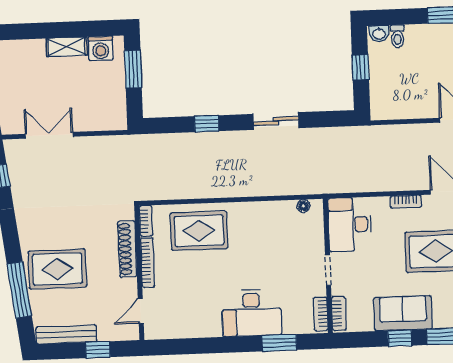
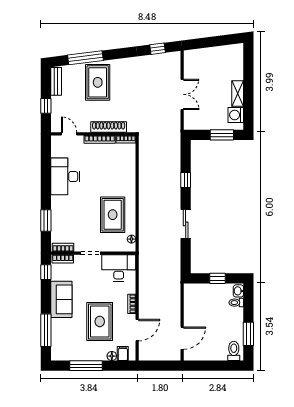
double door: (49, 135) -> (182, 94), moved
rug: (199, 231) -> (113, 215), moved
desk: (252, 313) -> (65, 176), moved
bench: (66, 334) -> (56, 81), width x0.73
window: (400, 338) -> (46, 272), moved

